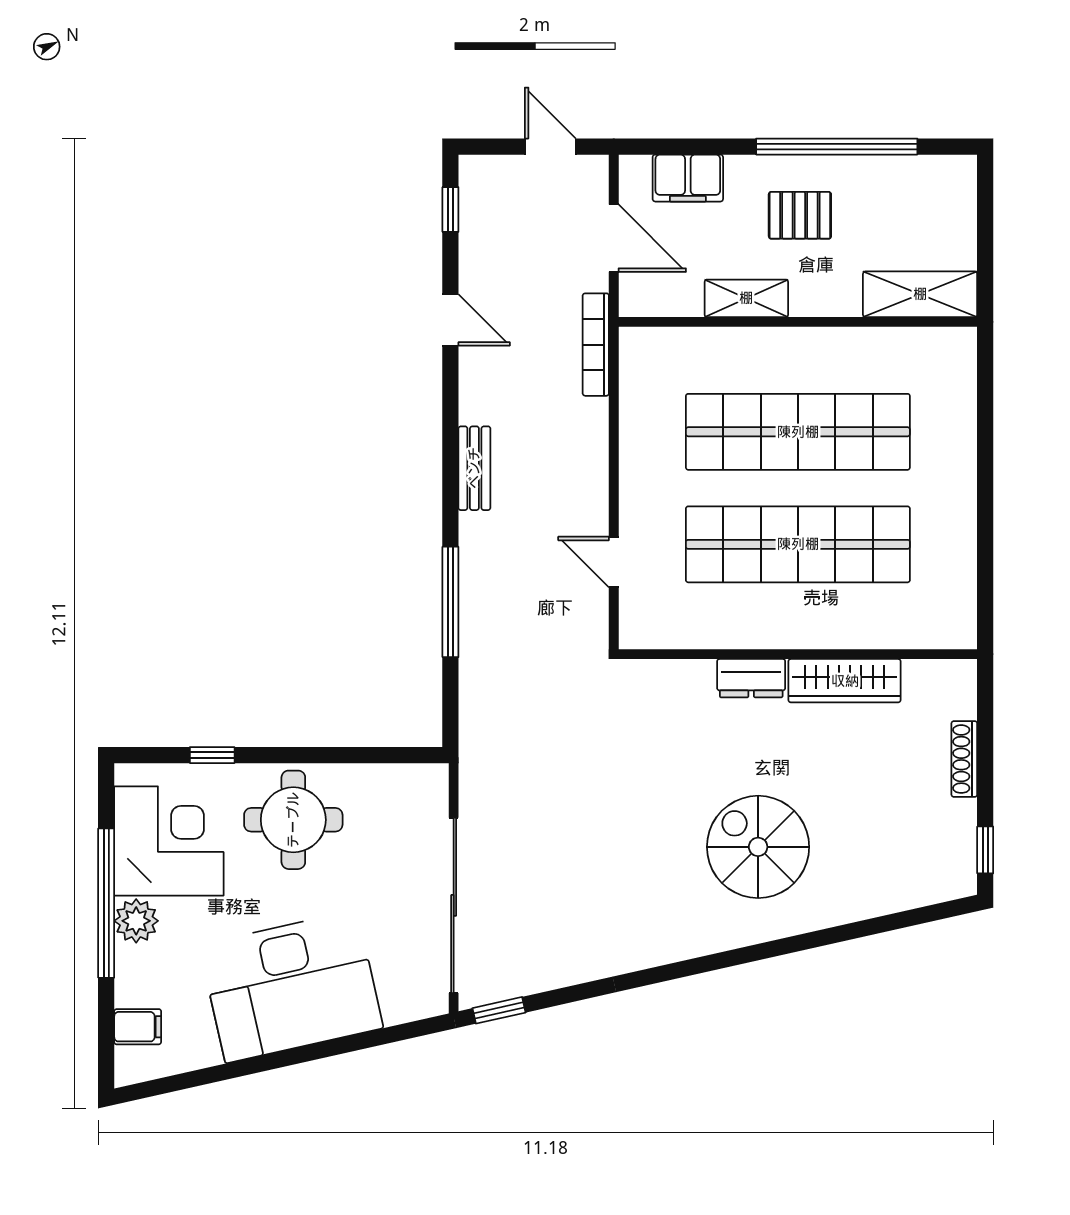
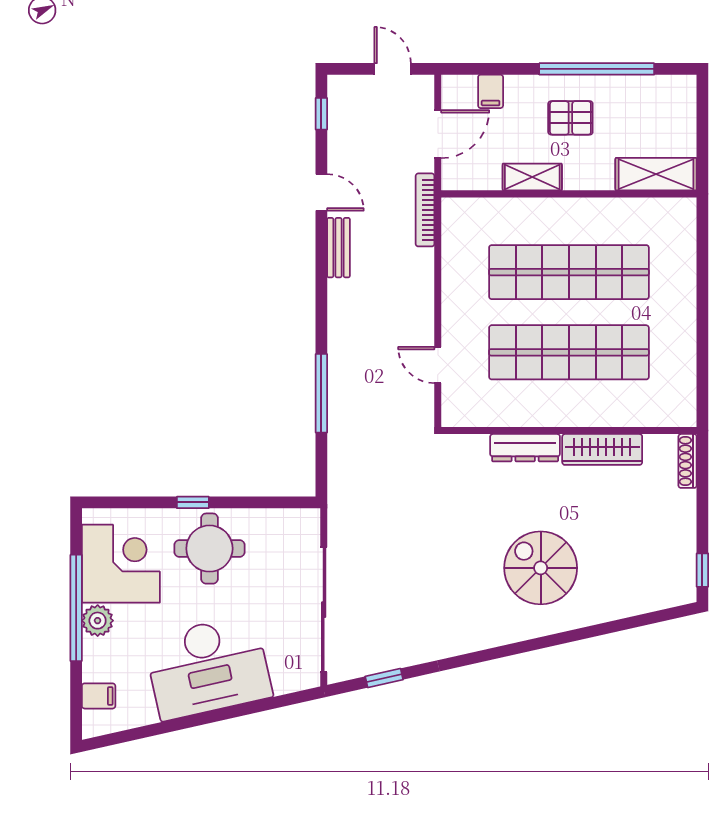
filing cabinet: (688, 178) -> (491, 91), width x0.50
door: (614, 238) -> (438, 134), hinge flipped
bench: (474, 468) -> (339, 248), moved
dresser: (751, 678) -> (525, 448), width x1.44
window: (212, 755) -> (193, 502), moved
shoe rack: (964, 759) -> (688, 461), moved
window: (499, 1010) -> (384, 678), moved

